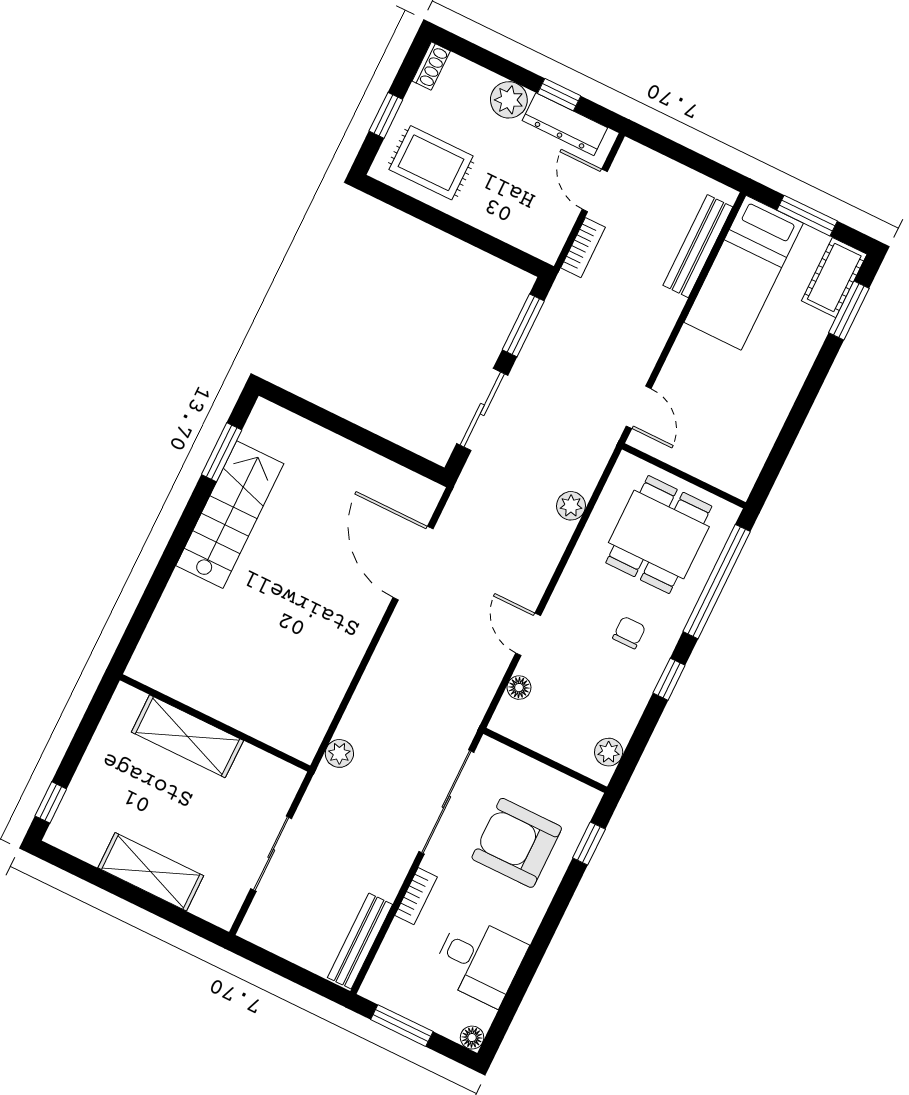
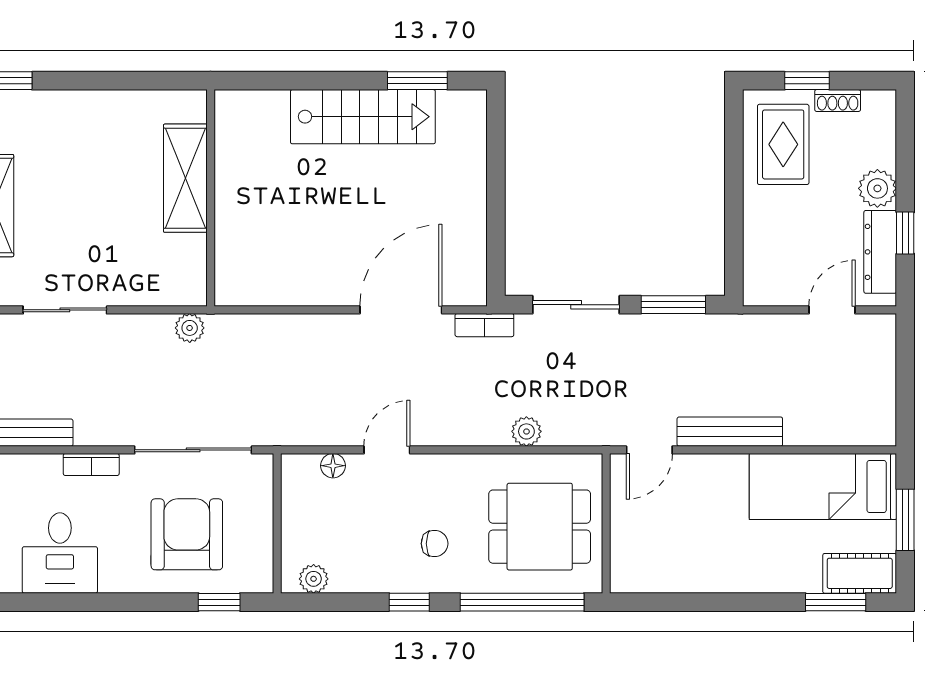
shoe rack: (431, 66) -> (838, 100), moved
bench: (698, 246) -> (730, 432), moved
bookcase: (583, 248) -> (484, 325), moved
wall: (215, 723) -> (211, 198), moved
shelving: (187, 736) -> (185, 178), moved

